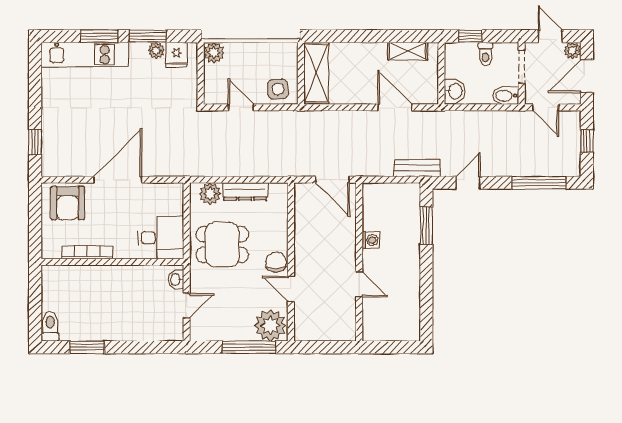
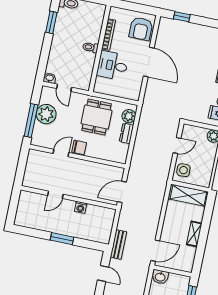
shelving: (408, 51) -> (194, 234), moved
door: (395, 107) -> (155, 251), moved
dresser: (245, 192) -> (127, 133), width x0.70
armchair: (68, 203) -> (141, 29), turned -90
window: (426, 225) -> (62, 239), moved
desk: (161, 238) -> (112, 66), moved, turned 90
toilet: (114, 277) -> (90, 47), added
washbasin: (176, 280) -> (50, 78), moved
plant: (270, 325) -> (46, 114), moved

